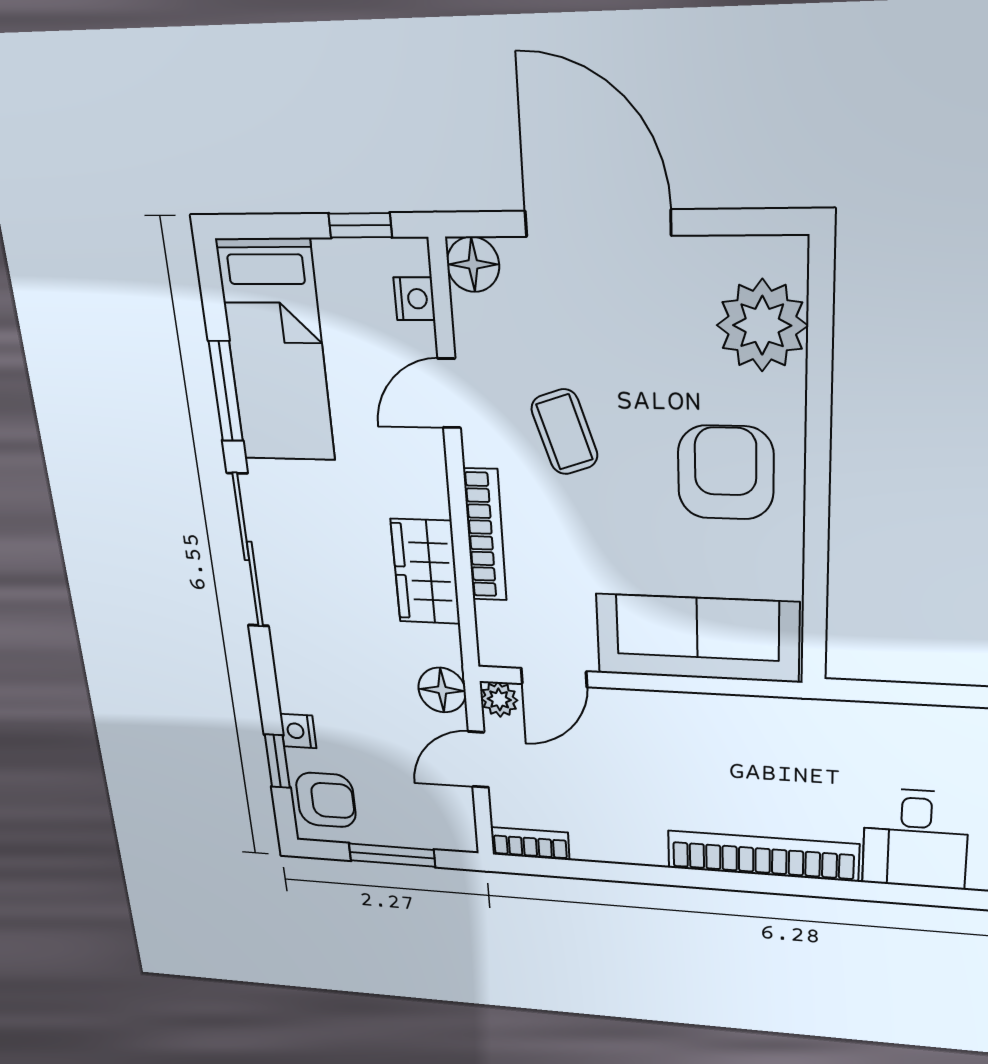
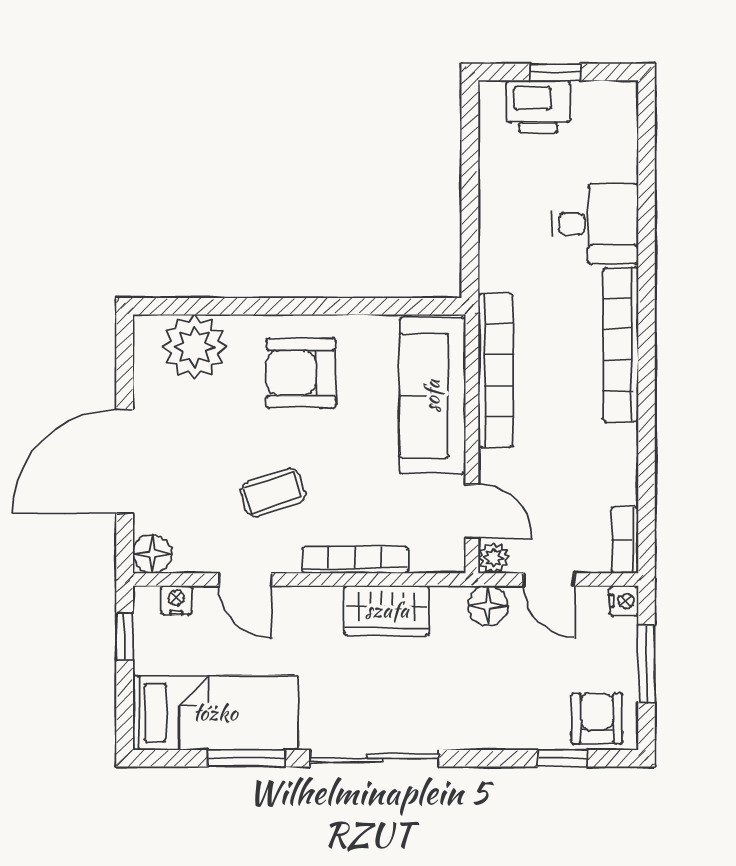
bookcase: (730, 714) -> (496, 371), added
nightstand: (298, 731) -> (624, 601), moved, turned -90

